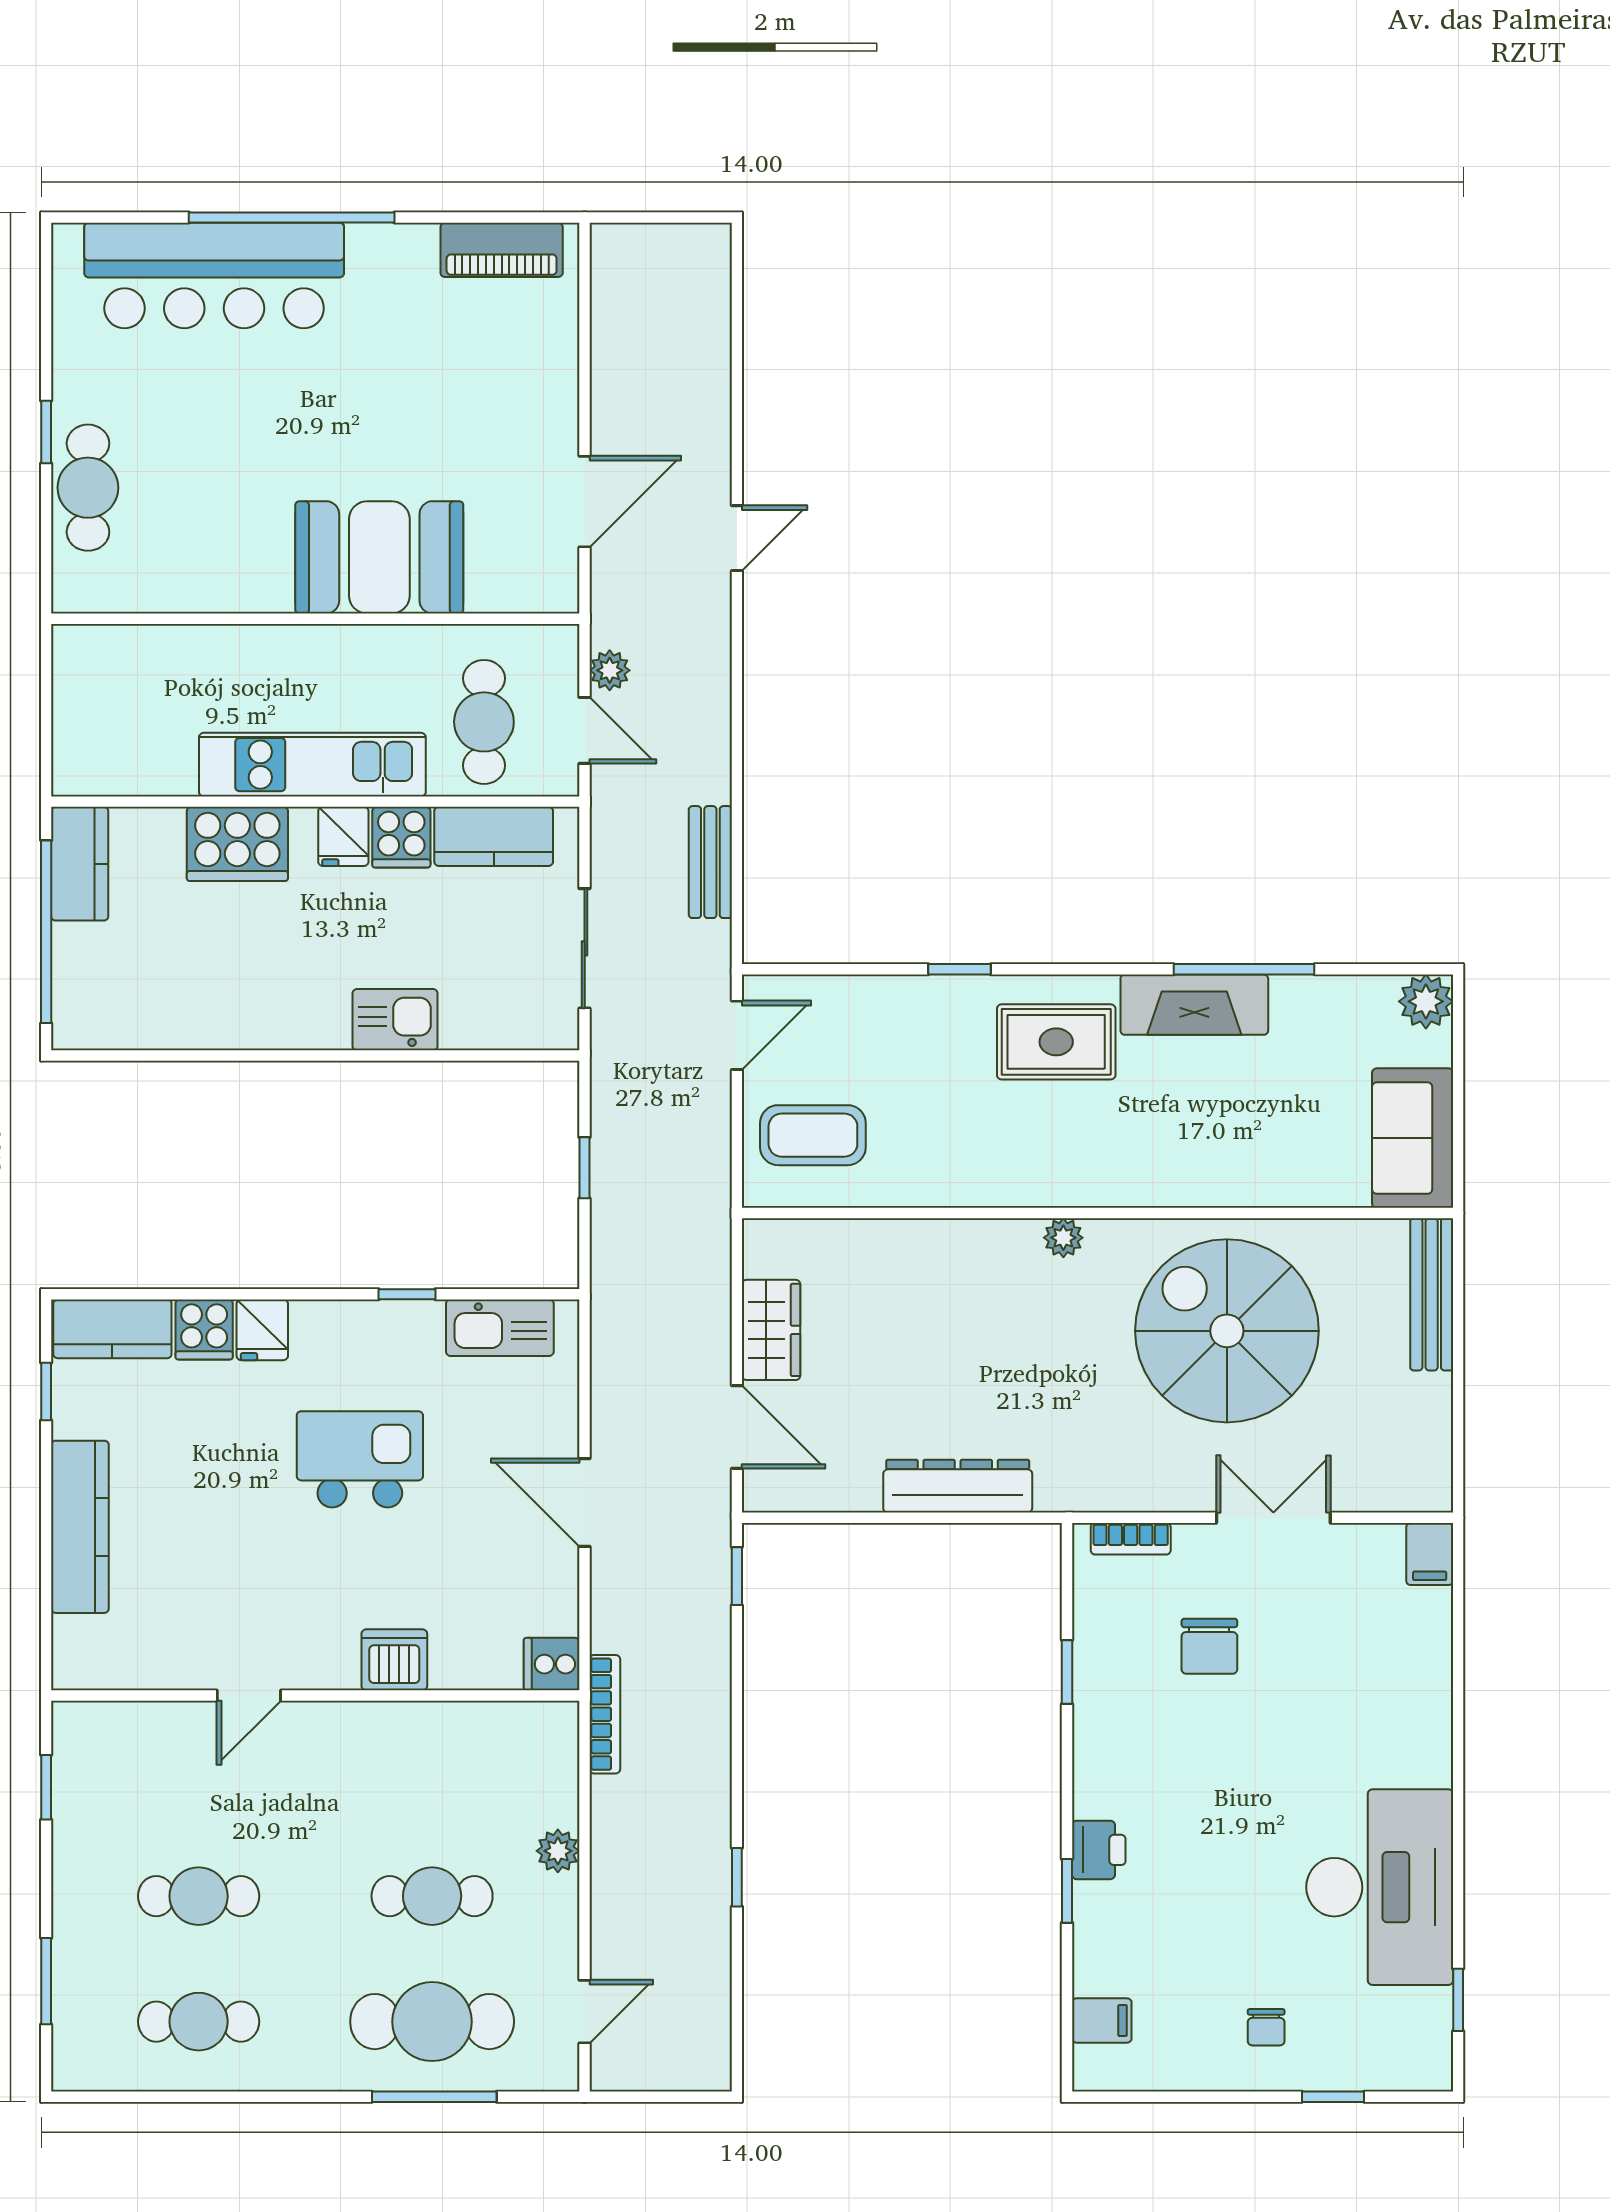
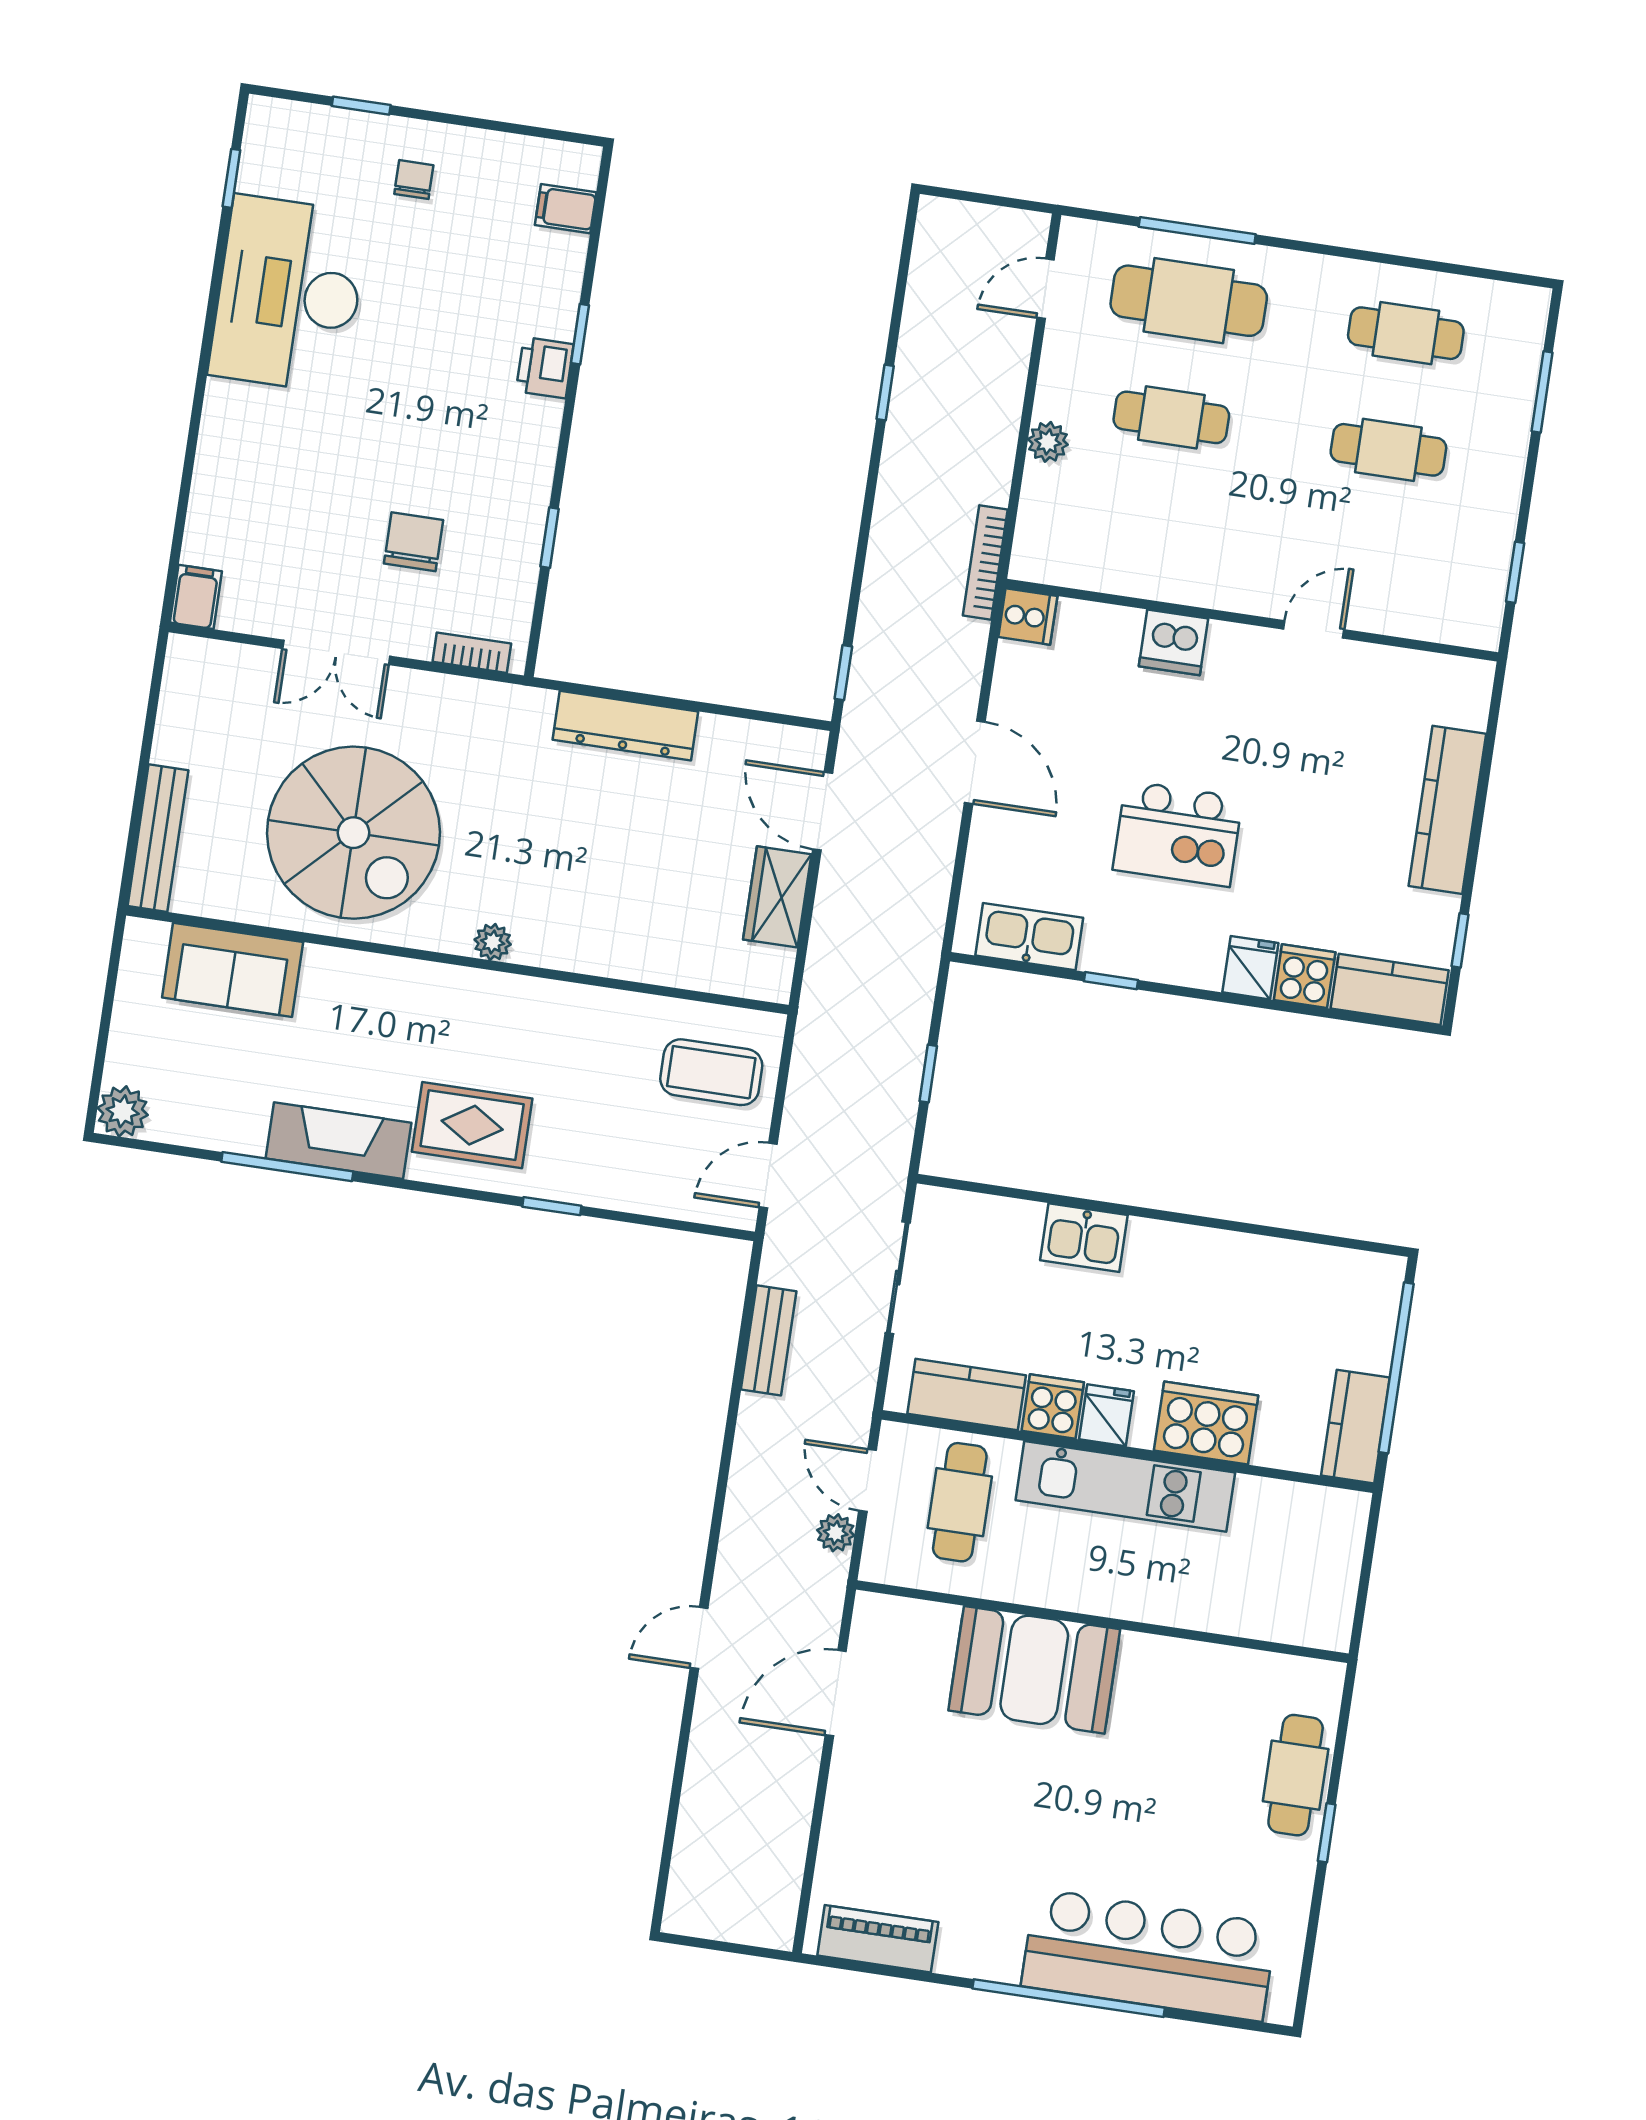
sofa: (1413, 1138) -> (233, 970), moved, turned 90

